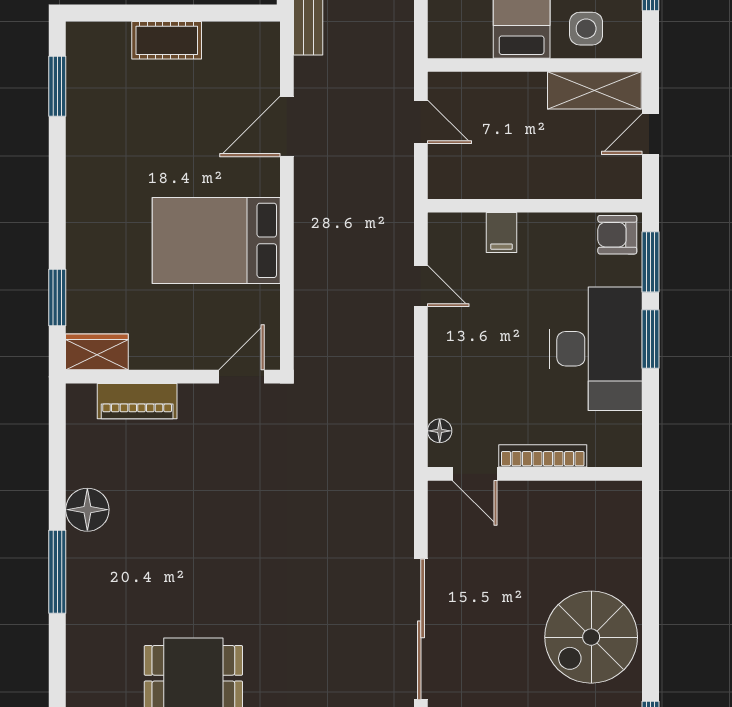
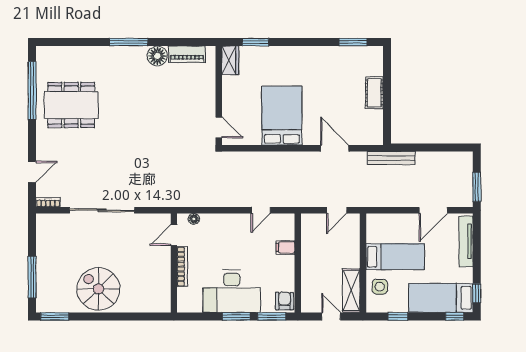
piano: (137, 401) -> (187, 54), moved, turned -90

